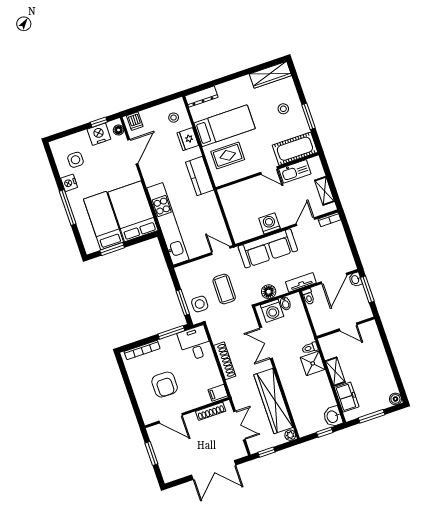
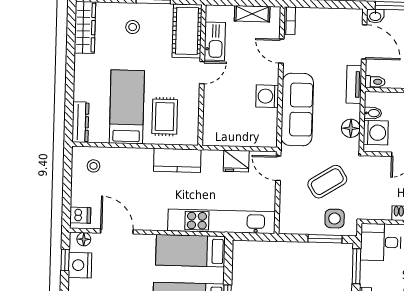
fridge: (188, 139) -> (236, 161), moved
bed: (133, 211) -> (190, 251), width x0.67
door: (221, 250) -> (278, 168), hinge flipped
coffee table: (224, 289) -> (327, 182), turned -32

